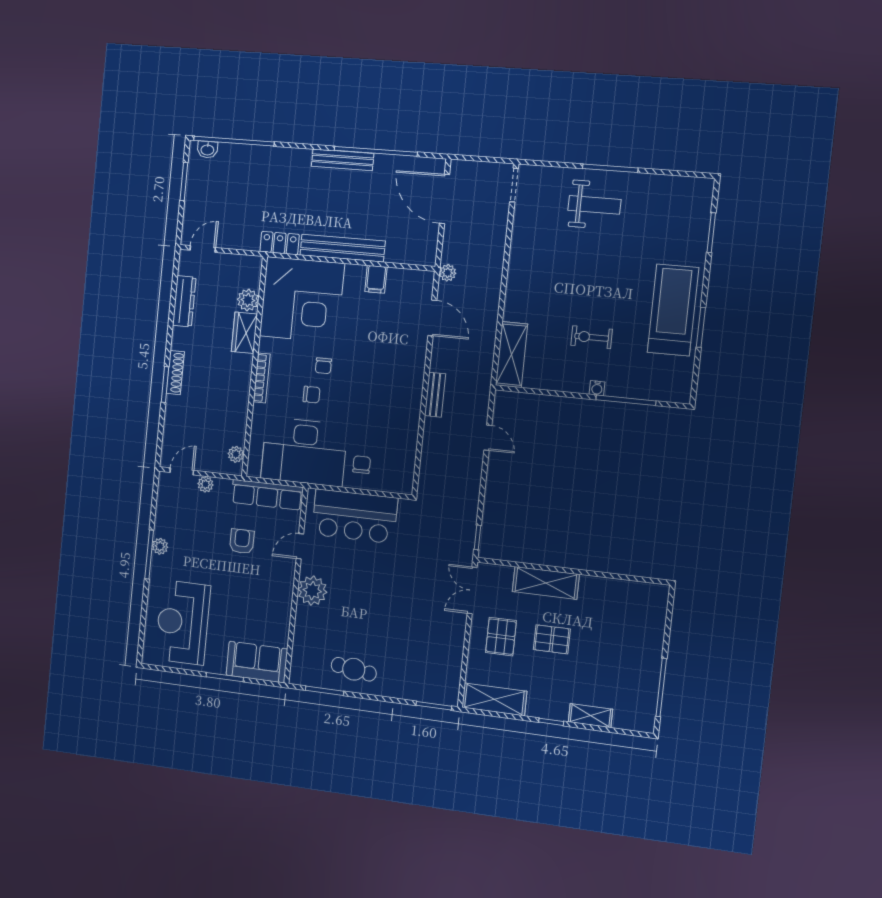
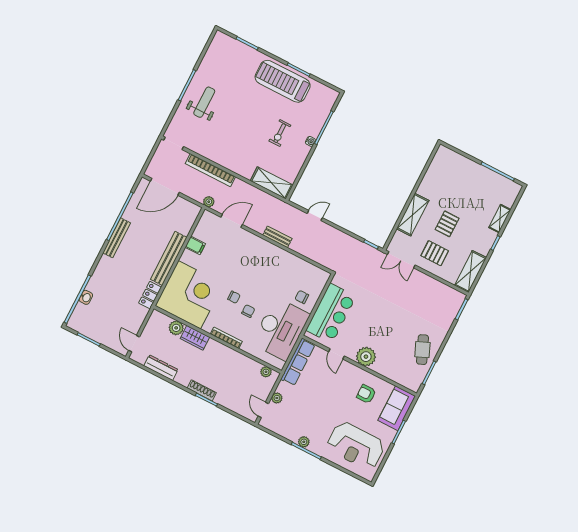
washbasin: (207, 149) -> (86, 297), moved
bookcase: (495, 256) -> (210, 170), added
armchair: (242, 541) -> (366, 394), moved
cafe table: (354, 669) -> (422, 350), turned -31

